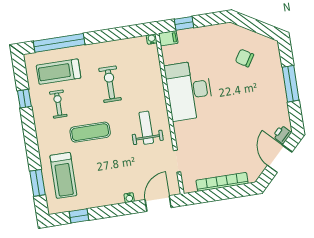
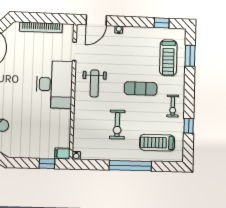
window: (59, 43) -> (130, 166), moved
treadmill: (59, 72) -> (157, 143), turned 180
desk: (189, 91) -> (54, 84), moved
exercise bike: (58, 104) -> (173, 106), moved
treadmill: (63, 175) -> (168, 58), turned 180

